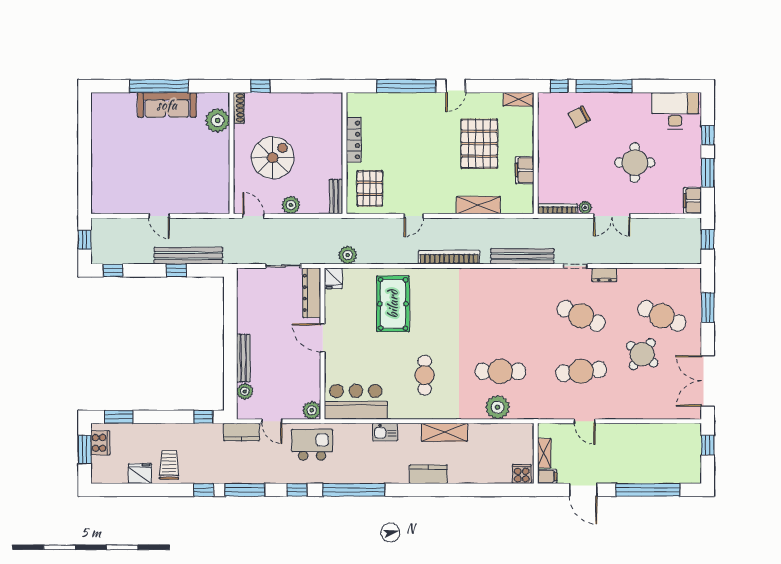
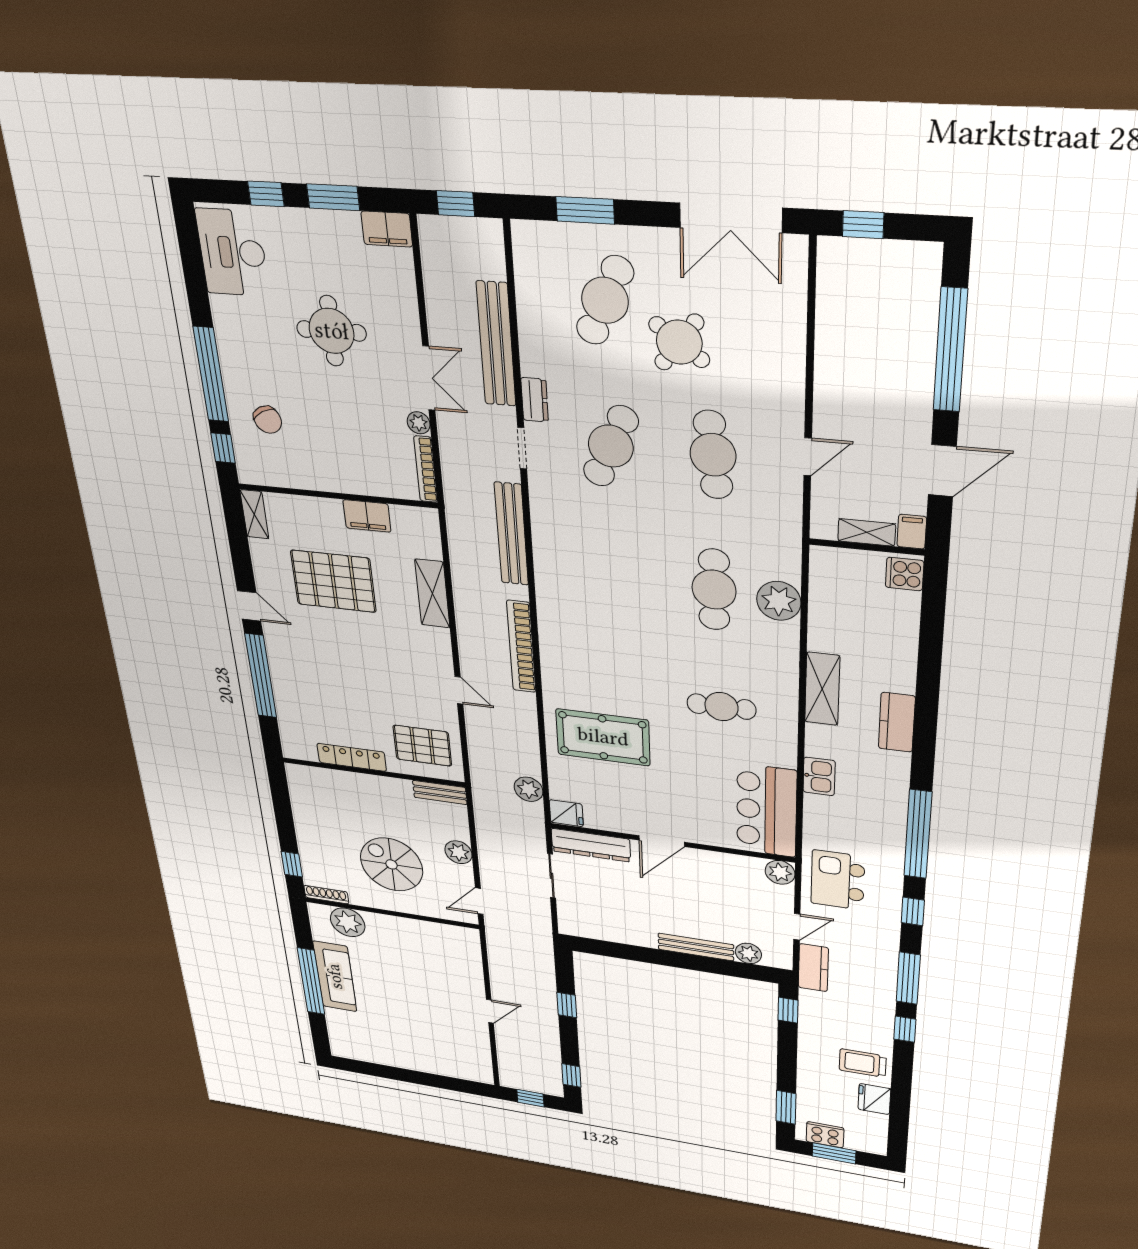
bench: (188, 256) -> (496, 344), moved

